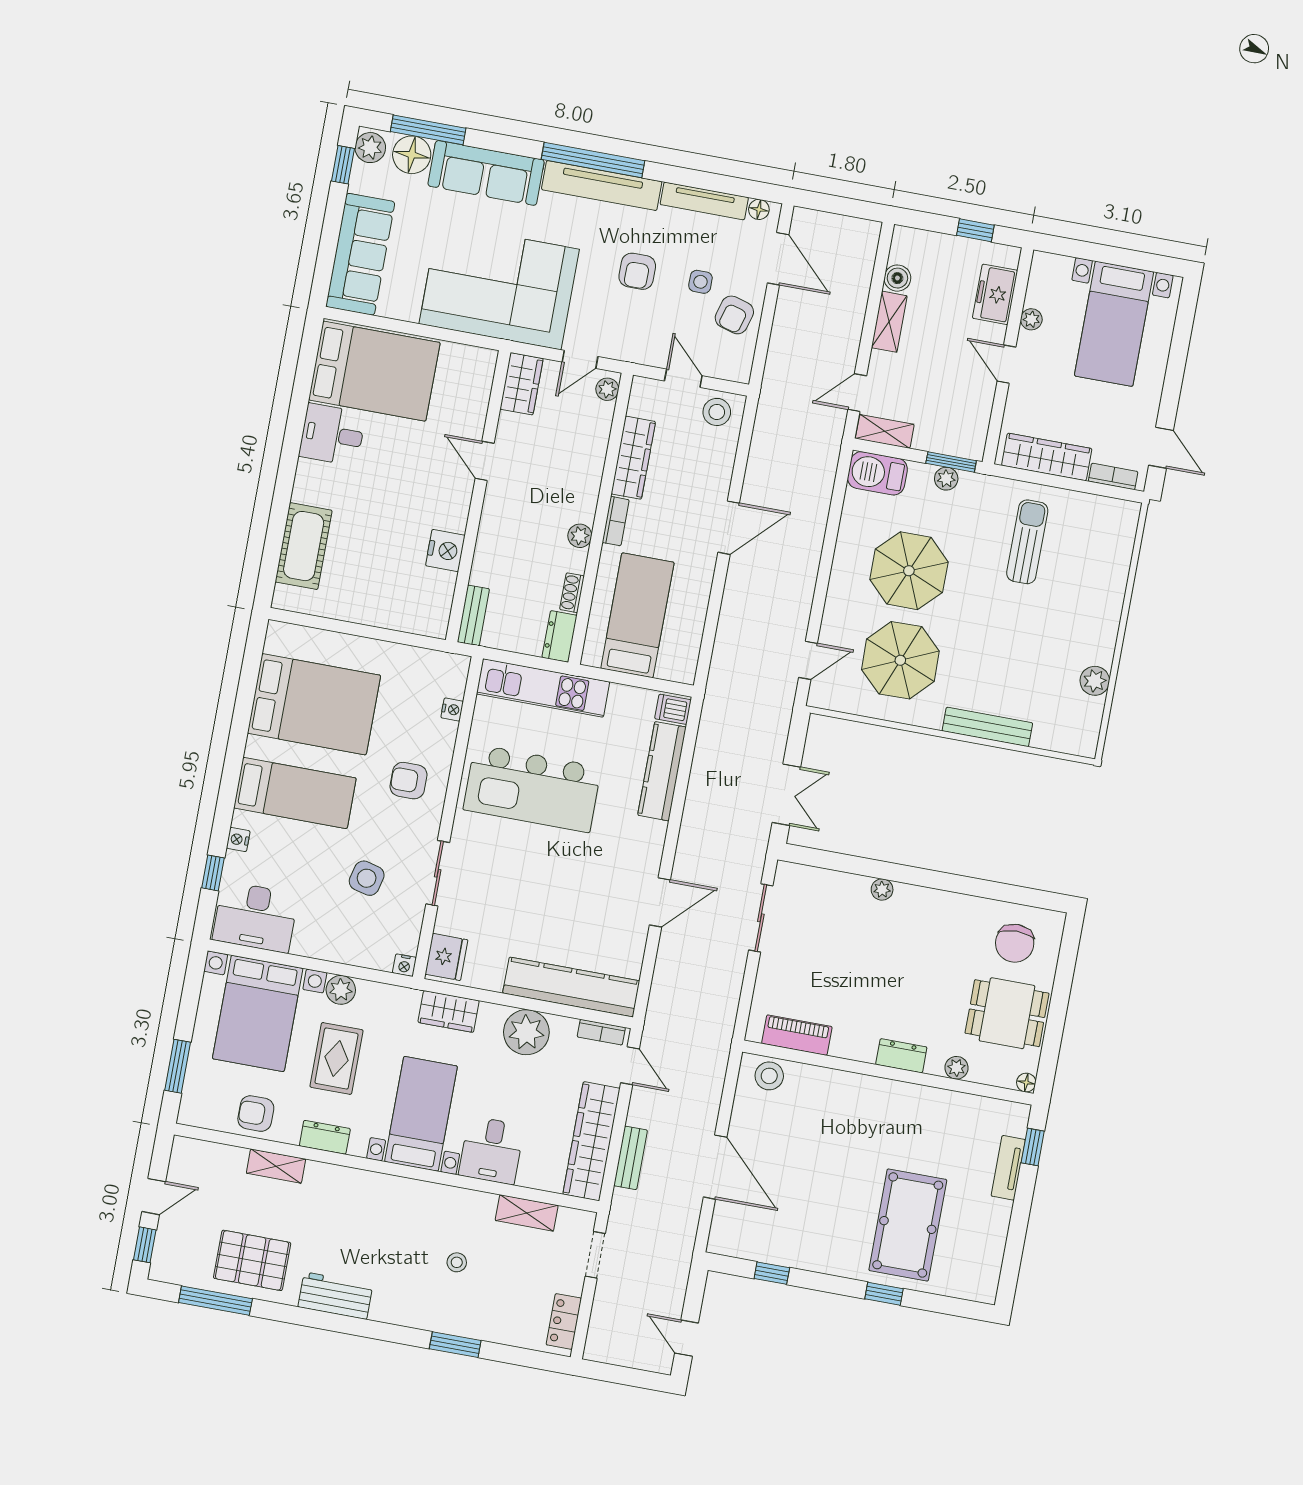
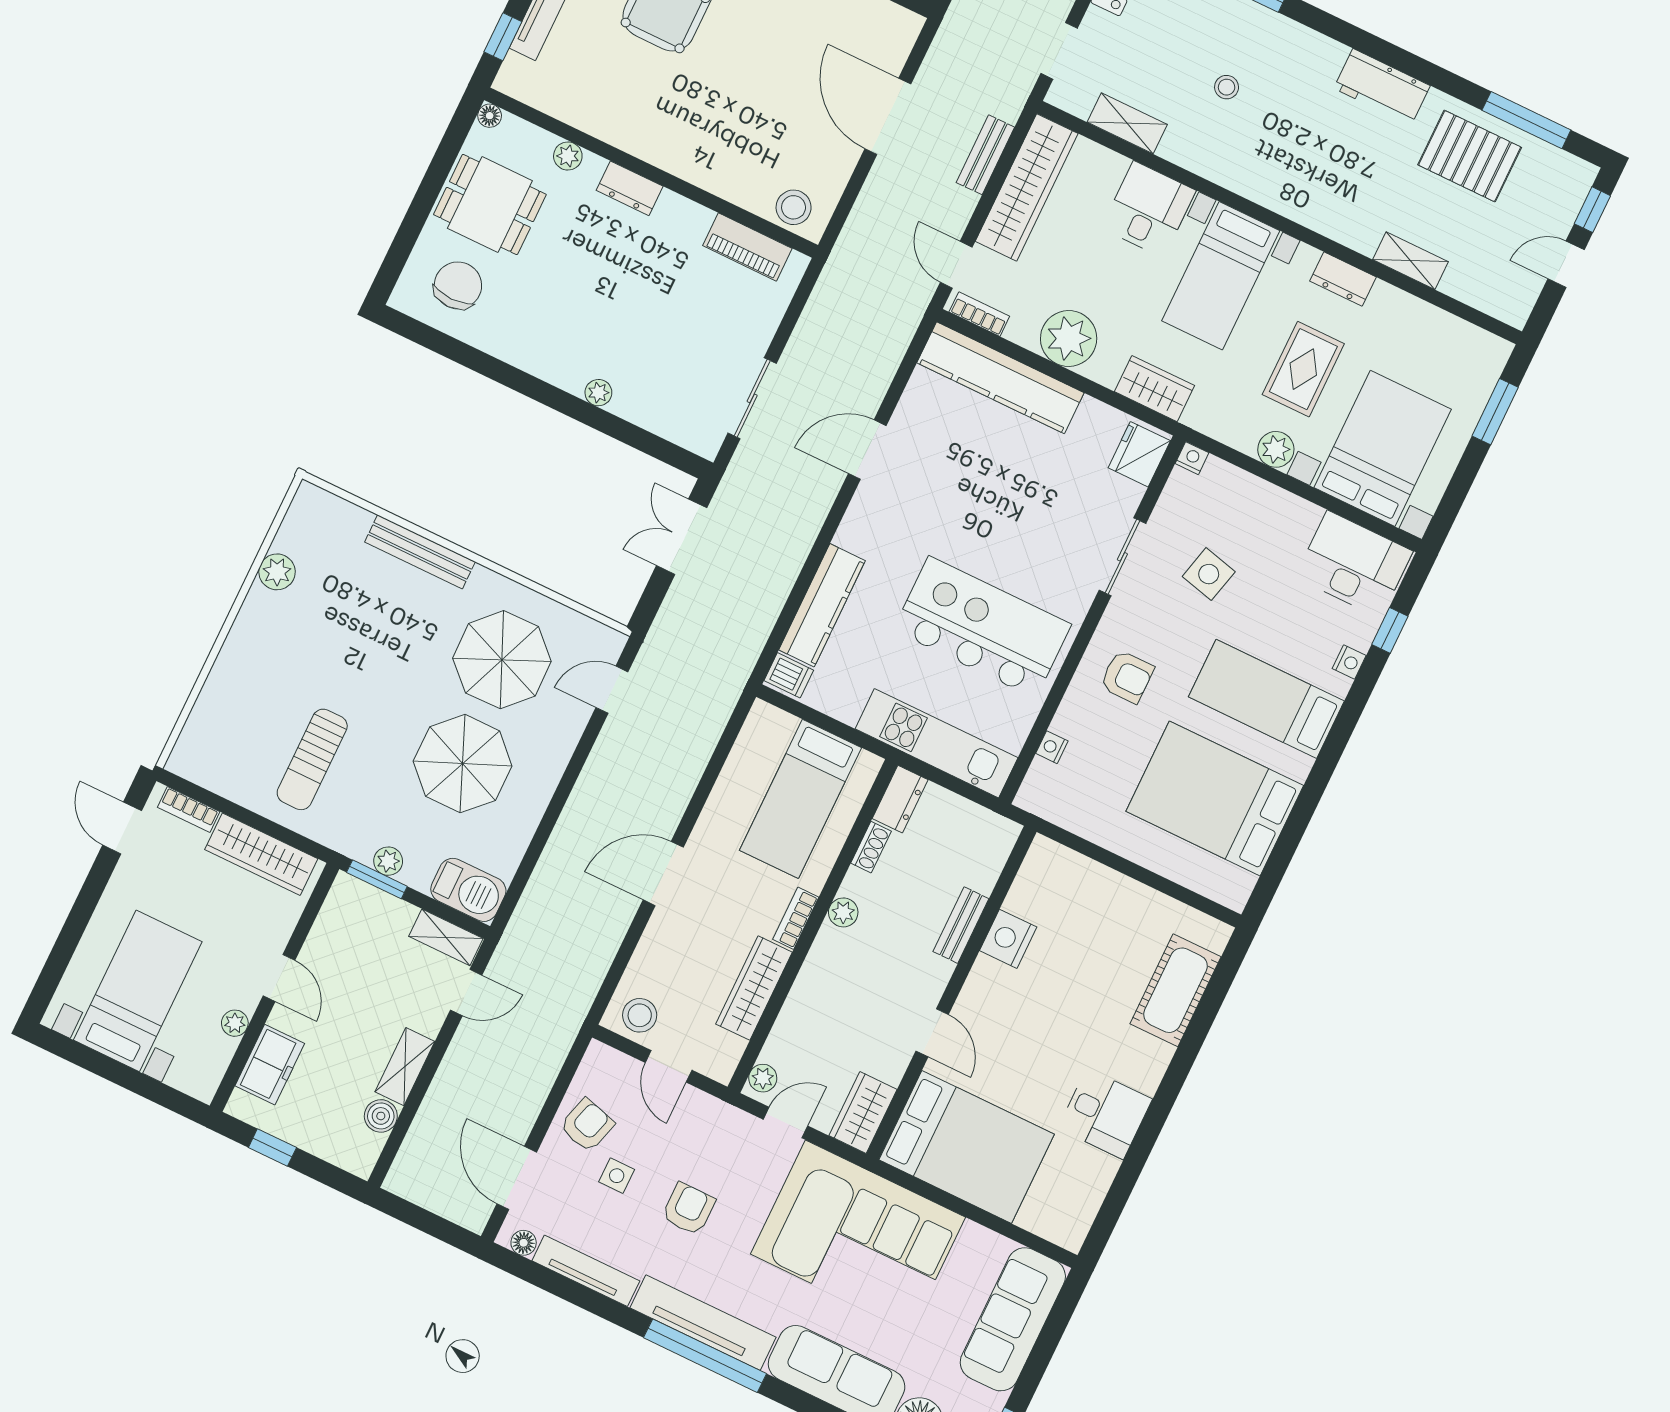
bed: (374, 371) -> (967, 1147), moved, turned 180
bench: (473, 615) -> (961, 925), moved
armchair: (256, 1114) -> (1417, 330), removed

